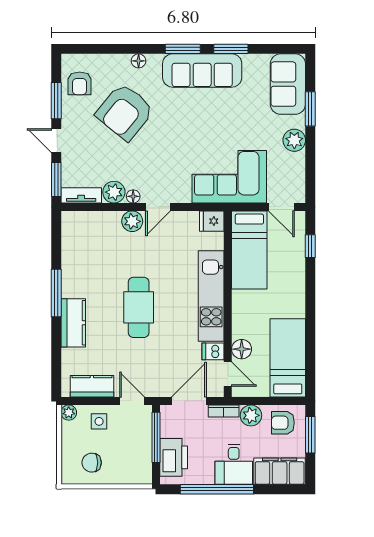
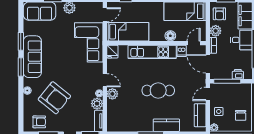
floor lamp: (242, 349) -> (170, 36), moved
printer: (174, 457) -> (238, 74), width x0.53, depth x0.68

